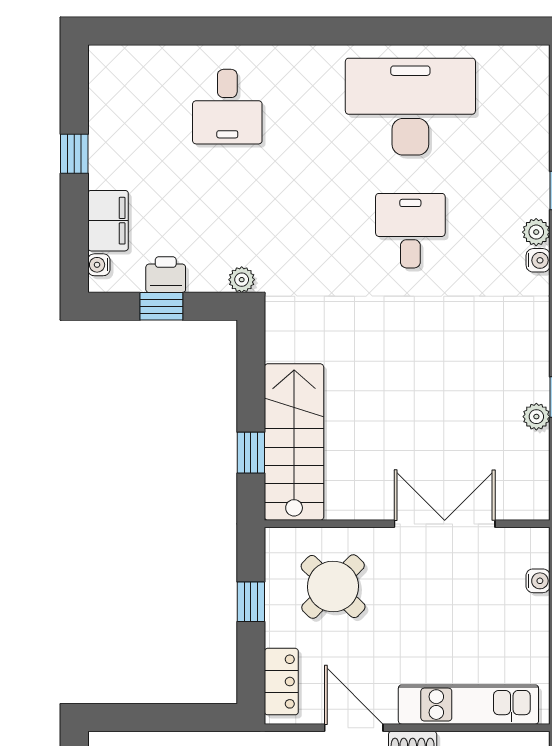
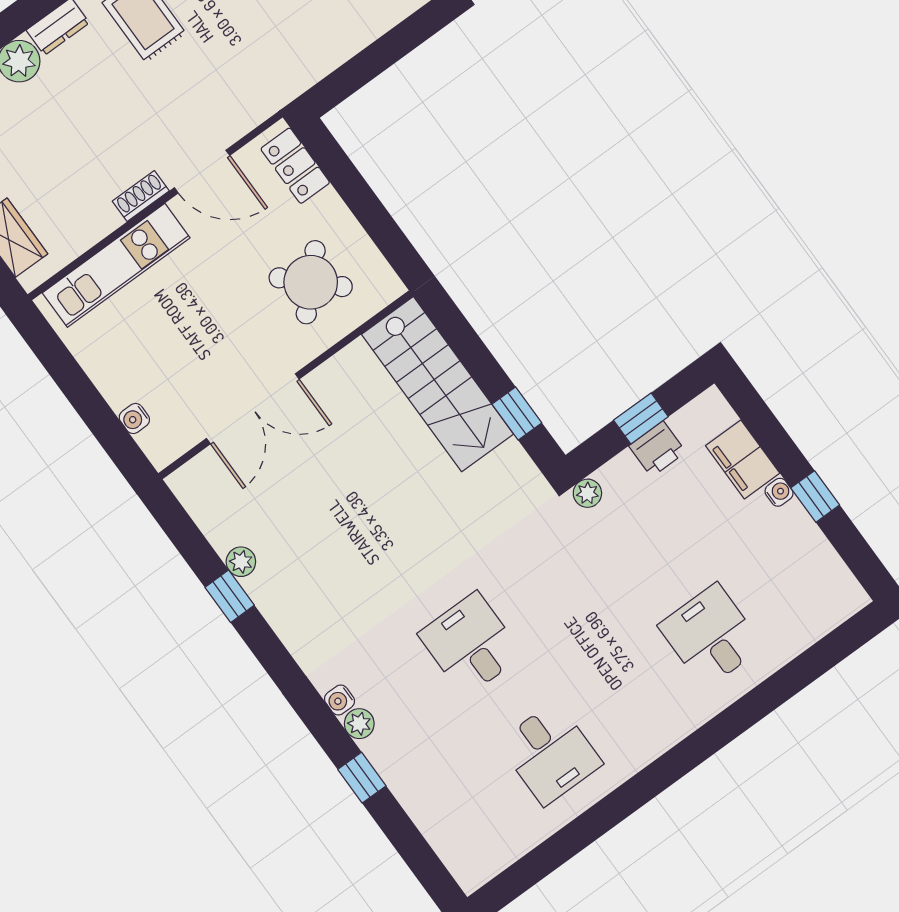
desk: (410, 107) -> (550, 753), width x0.53, depth x0.77
desk: (410, 231) -> (471, 644), turned 180
water cooler: (99, 265) -> (779, 492), moved
window: (251, 453) -> (517, 413), moved
window: (251, 602) -> (373, 216), removed

